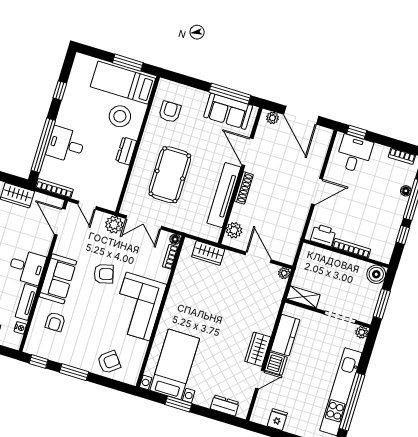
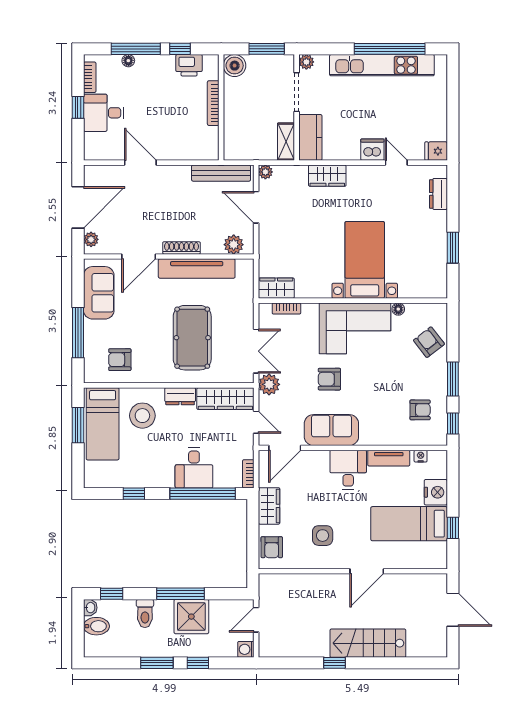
window: (230, 94) -> (78, 333), moved
window: (357, 132) -> (78, 107), moved
desk: (354, 154) -> (104, 113), moved
pool table: (170, 175) -> (192, 338), turned 90
wardrobe: (113, 186) -> (225, 399), added
bookcase: (54, 188) -> (248, 474), width x0.64
door: (317, 192) -> (140, 163), moved
door: (87, 205) -> (256, 422), hinge flipped
printer: (323, 235) -> (189, 65), moved, turned -90
bench: (294, 238) -> (221, 173), added
floor lamp: (175, 239) -> (398, 309), moved
wardrobe: (208, 253) -> (276, 288), moved, turned -90
door: (258, 257) -> (256, 207), hinge flipped
armchair: (104, 274) -> (329, 379), turned -75
sofa: (58, 279) -> (331, 430), moved
armchair: (55, 322) -> (420, 410), moved
kitchen counter: (285, 335) -> (310, 137), moved, turned 90
wardrobe: (258, 349) -> (327, 176), moved
bed with nightstands: (175, 364) -> (365, 260), moved, turned 90
fridge: (277, 419) -> (436, 151), moved

